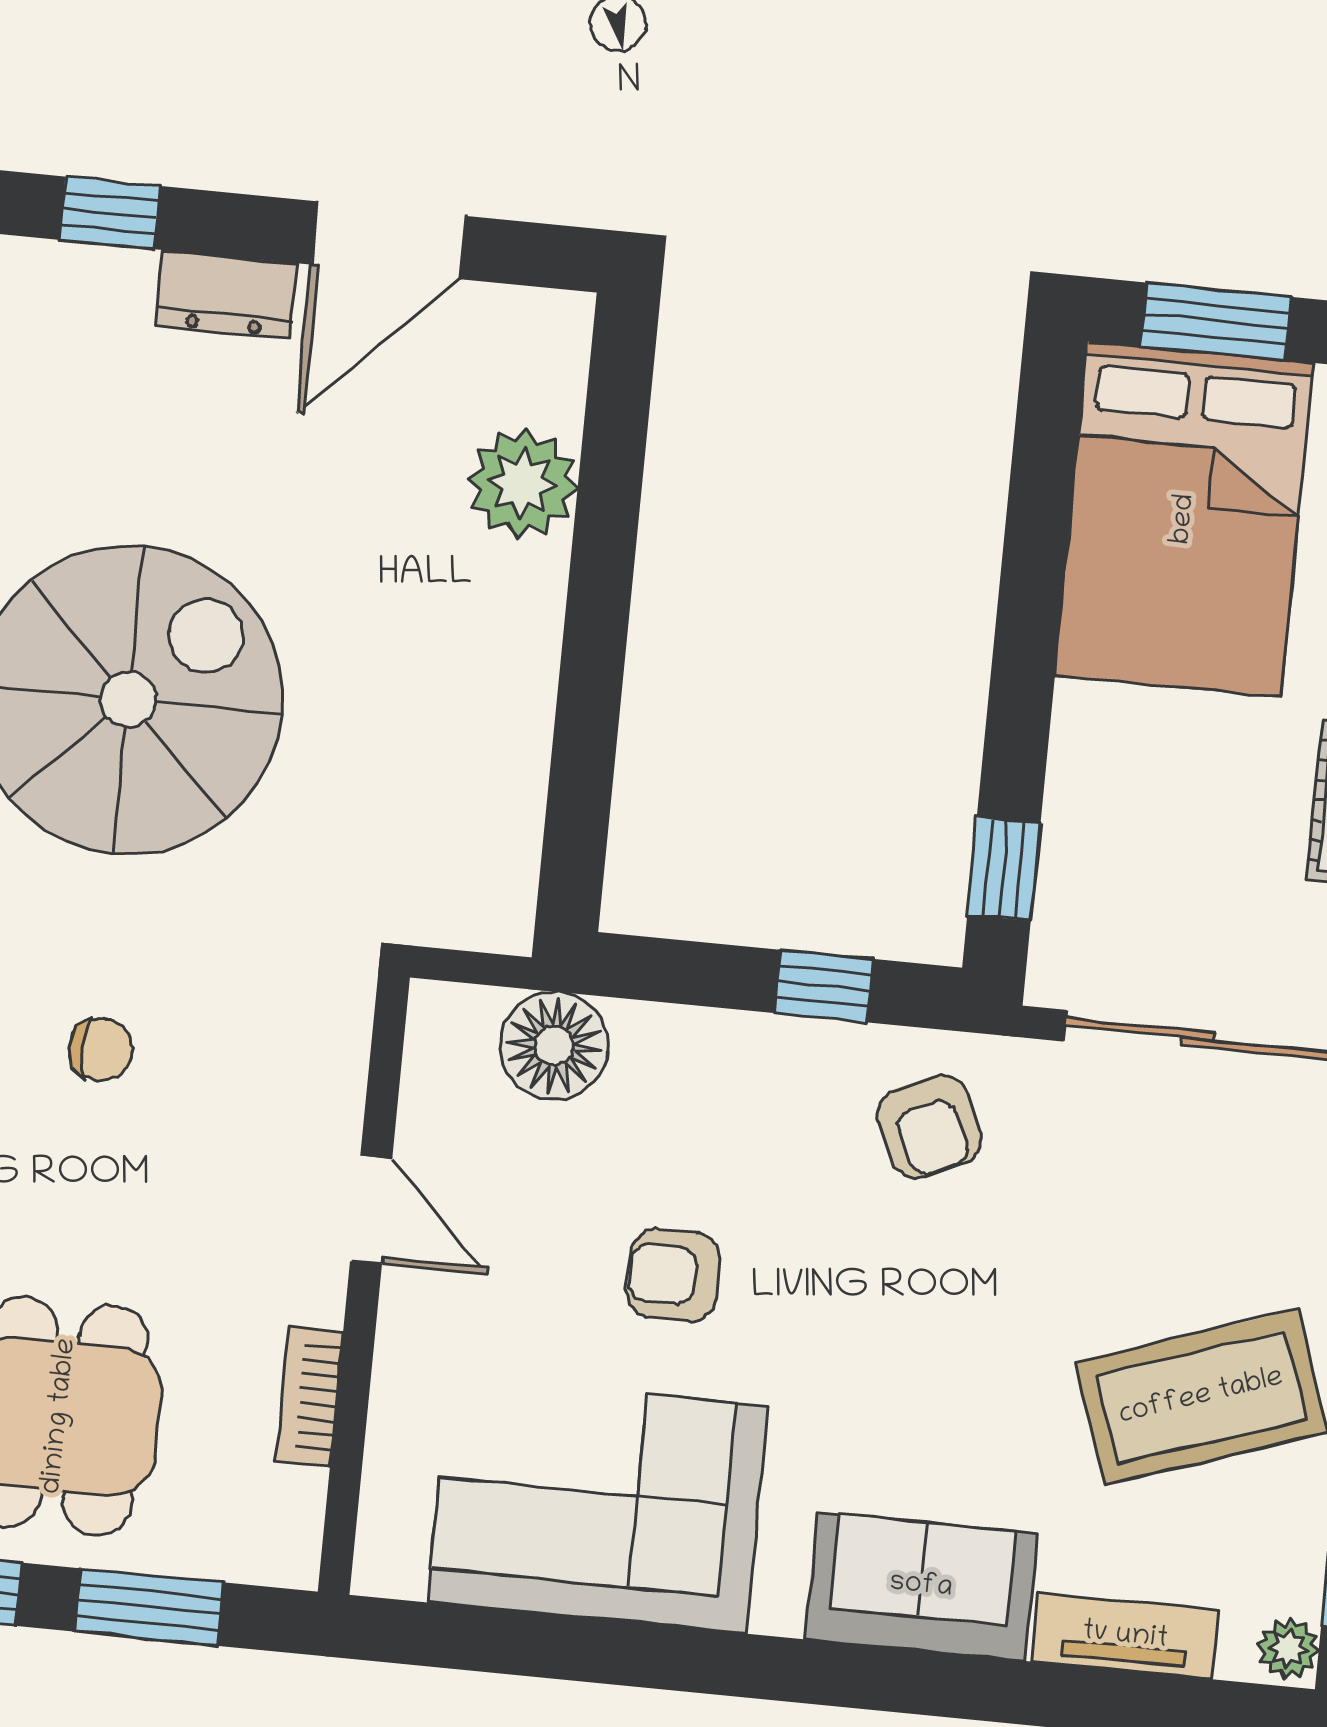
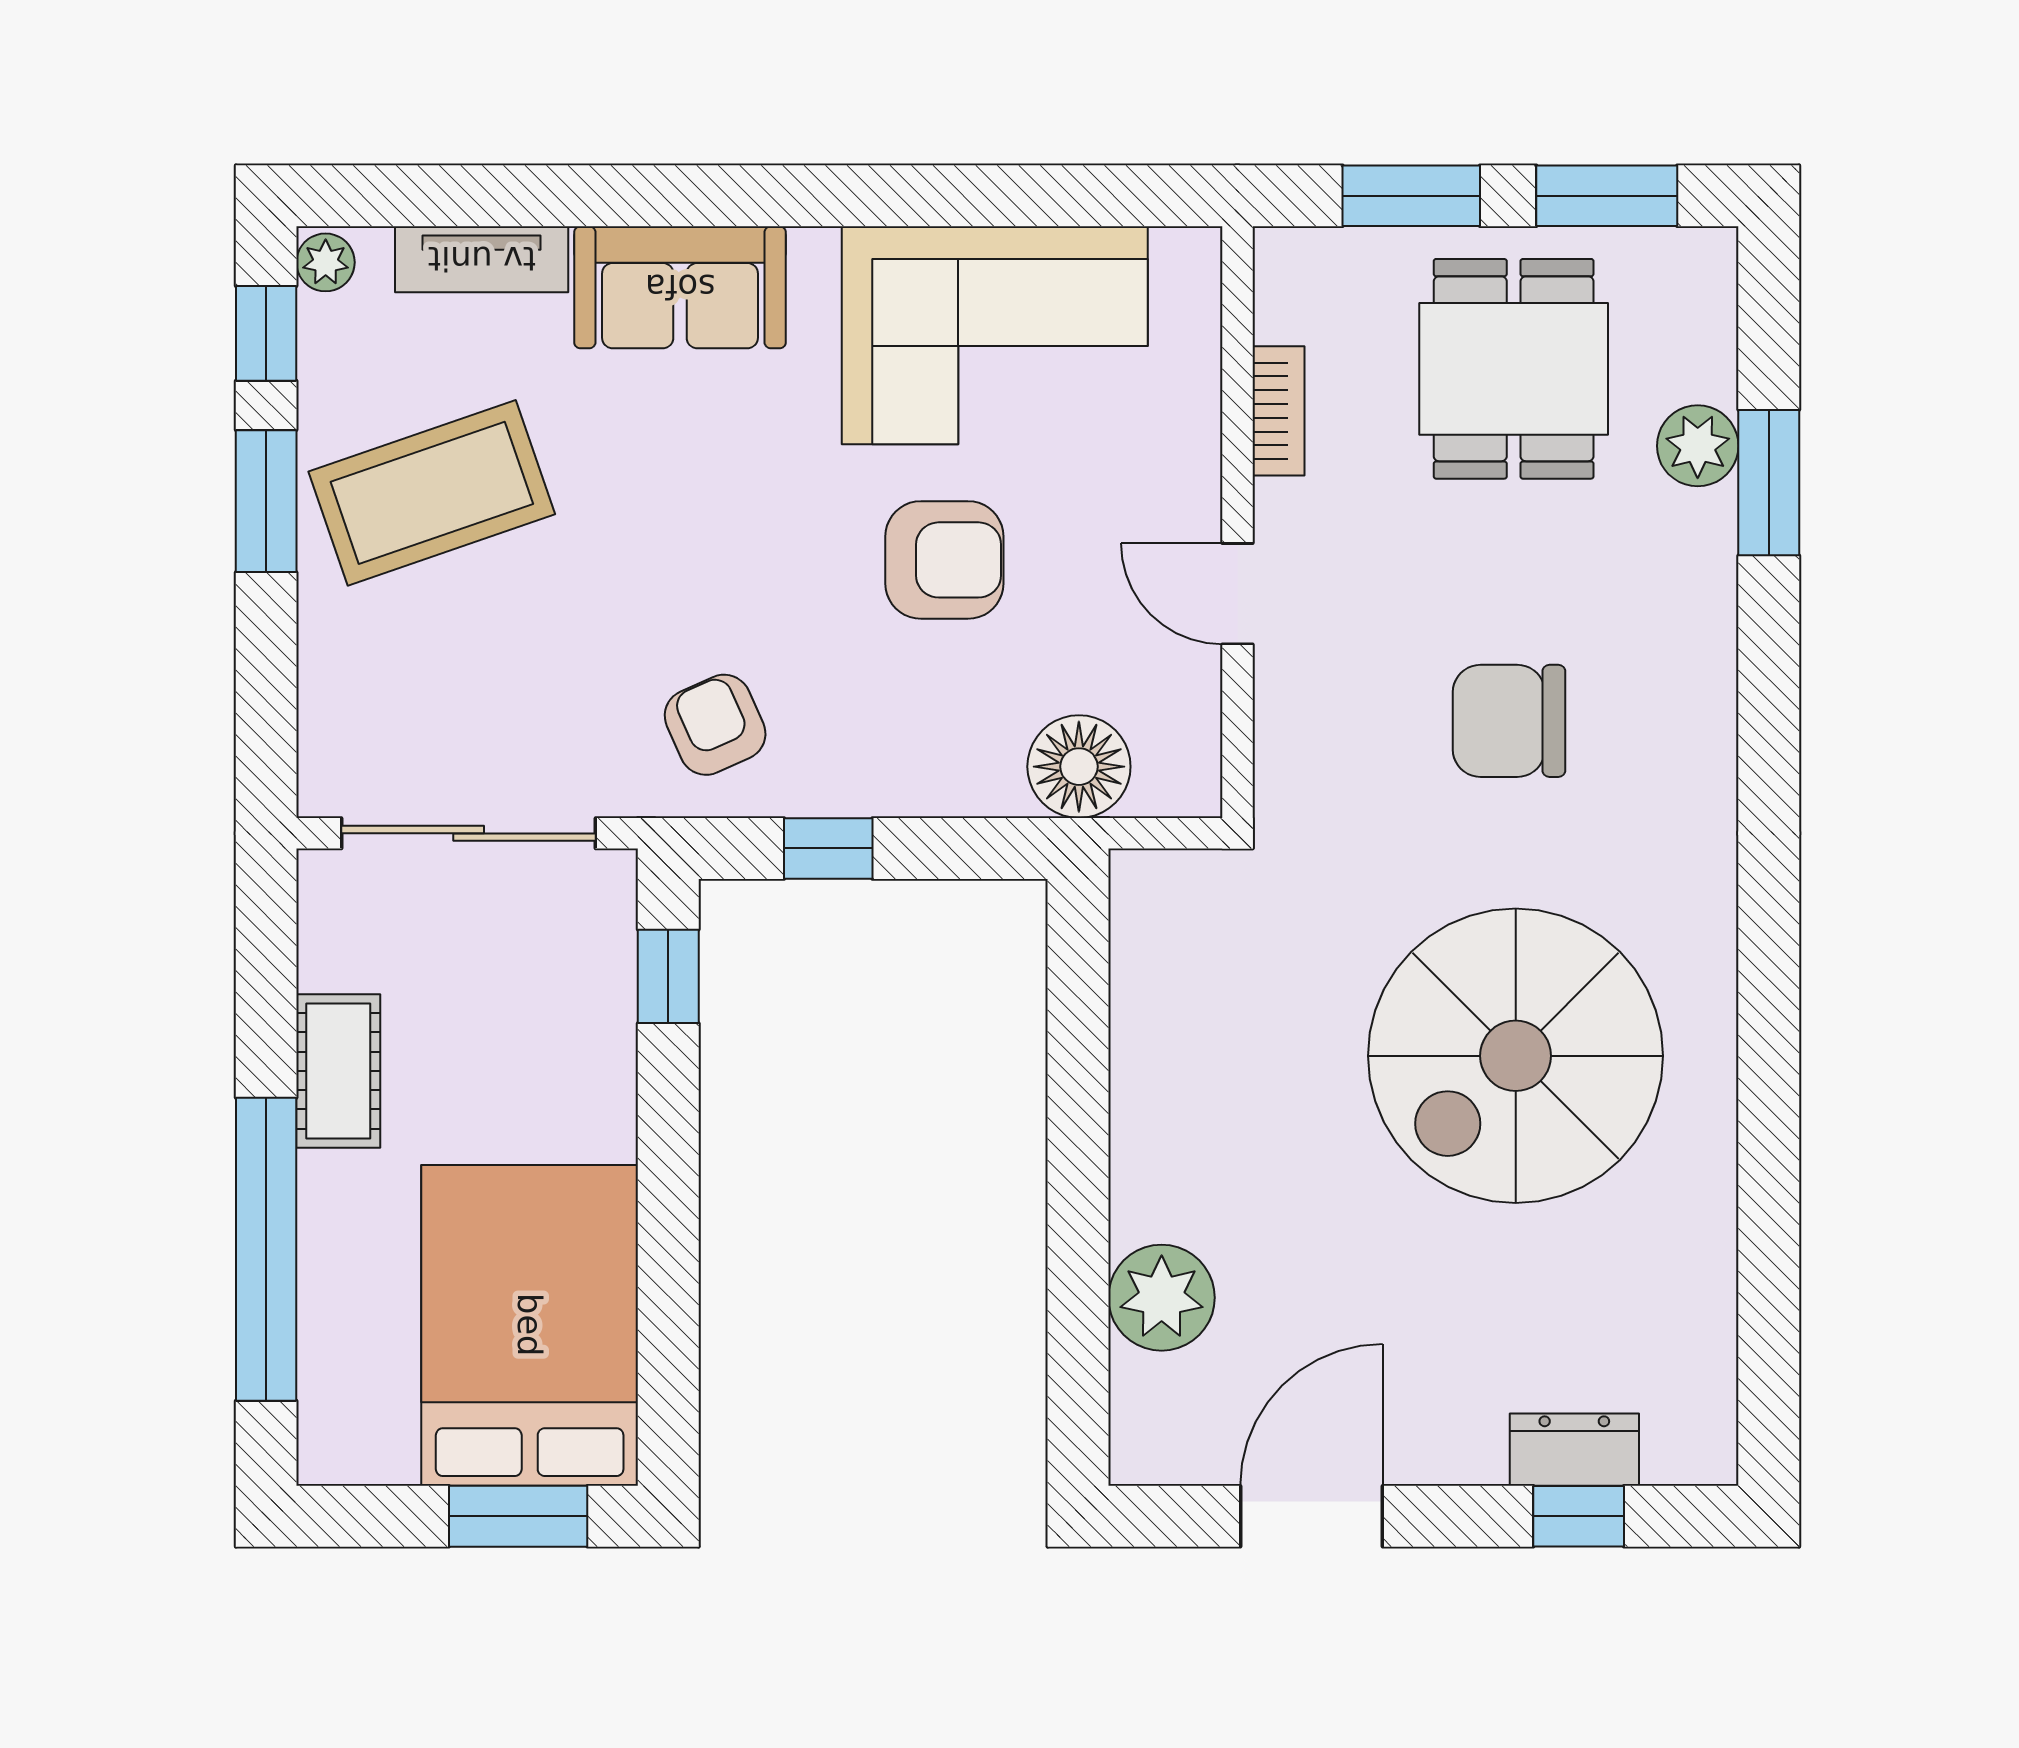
dresser: (226, 294) -> (1574, 1450), moved
chair: (101, 1049) -> (1509, 721), width x1.87, depth x1.87
armchair: (673, 1275) -> (944, 560), width x1.38, depth x1.38

